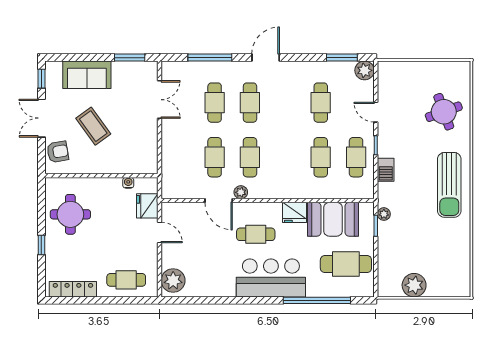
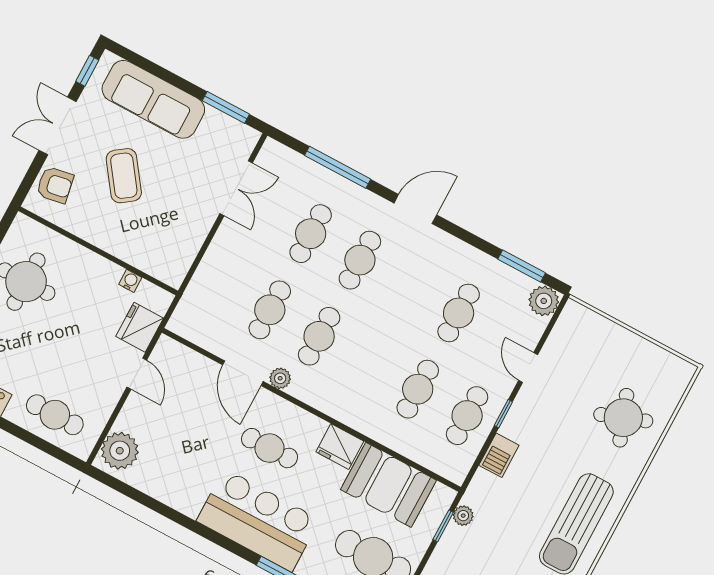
sofa: (87, 75) -> (153, 99), width x1.36

